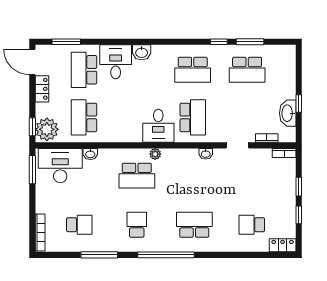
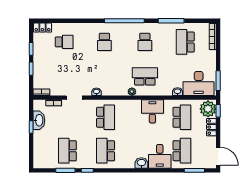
school desk: (193, 70) -> (106, 151), turned -90
school desk: (247, 70) -> (67, 151), turned -90
locker: (42, 89) -> (211, 127), moved
school desk: (193, 117) -> (106, 117), turned 180
desk: (158, 126) -> (152, 111), moved
school desk: (79, 225) -> (185, 42), width x1.85
school desk: (194, 225) -> (104, 42), width x0.54

